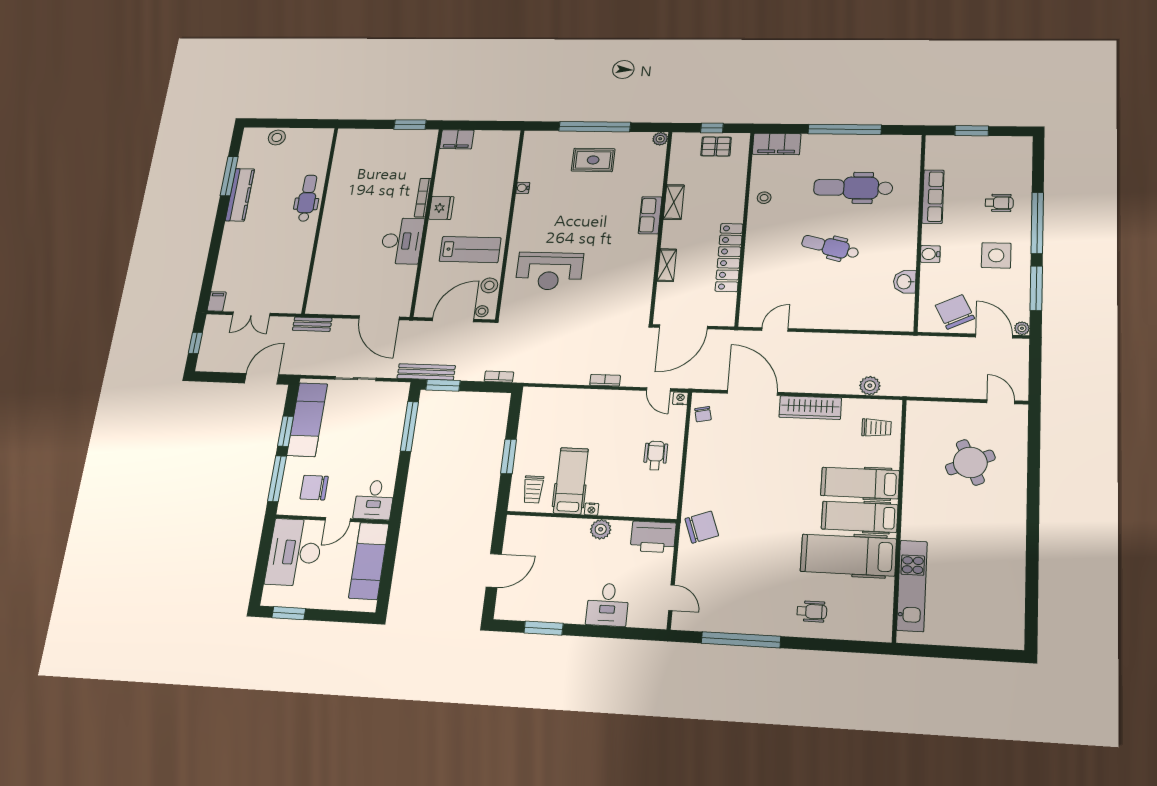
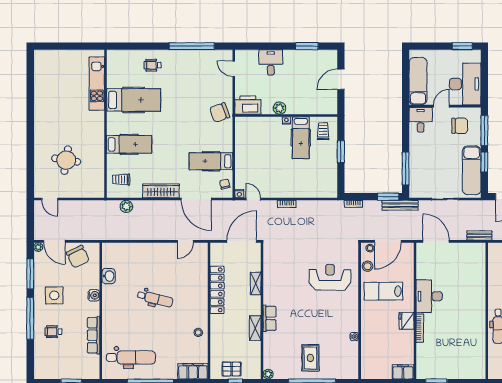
rug: (593, 160) -> (310, 358), turned 90
dental chair: (853, 188) -> (131, 357), moved
wheelchair: (656, 455) -> (251, 156), removed
round table: (970, 462) -> (66, 160), turned 32
hospital bed: (860, 517) -> (211, 161), moved, turned 180

